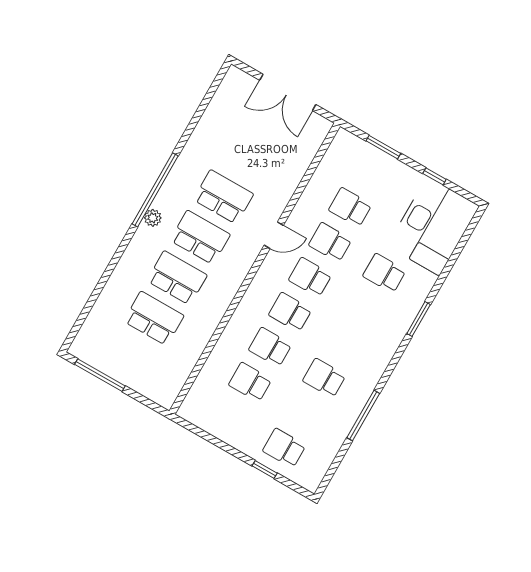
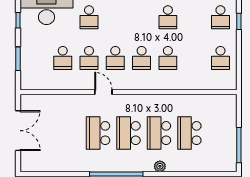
plant: (153, 218) -> (160, 166), moved
school desk: (250, 382) -> (220, 58), moved

